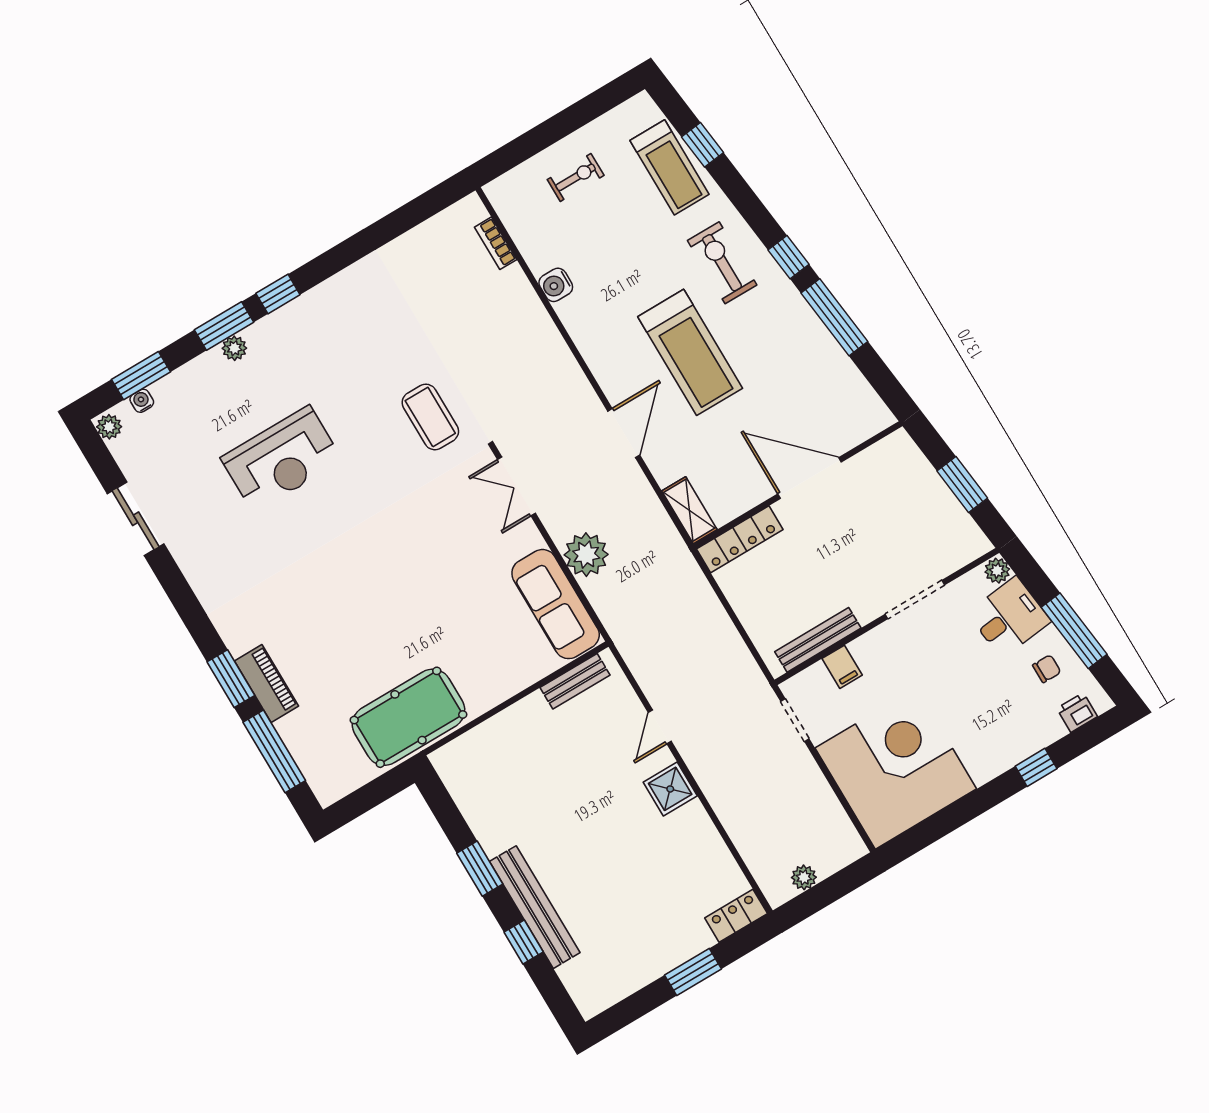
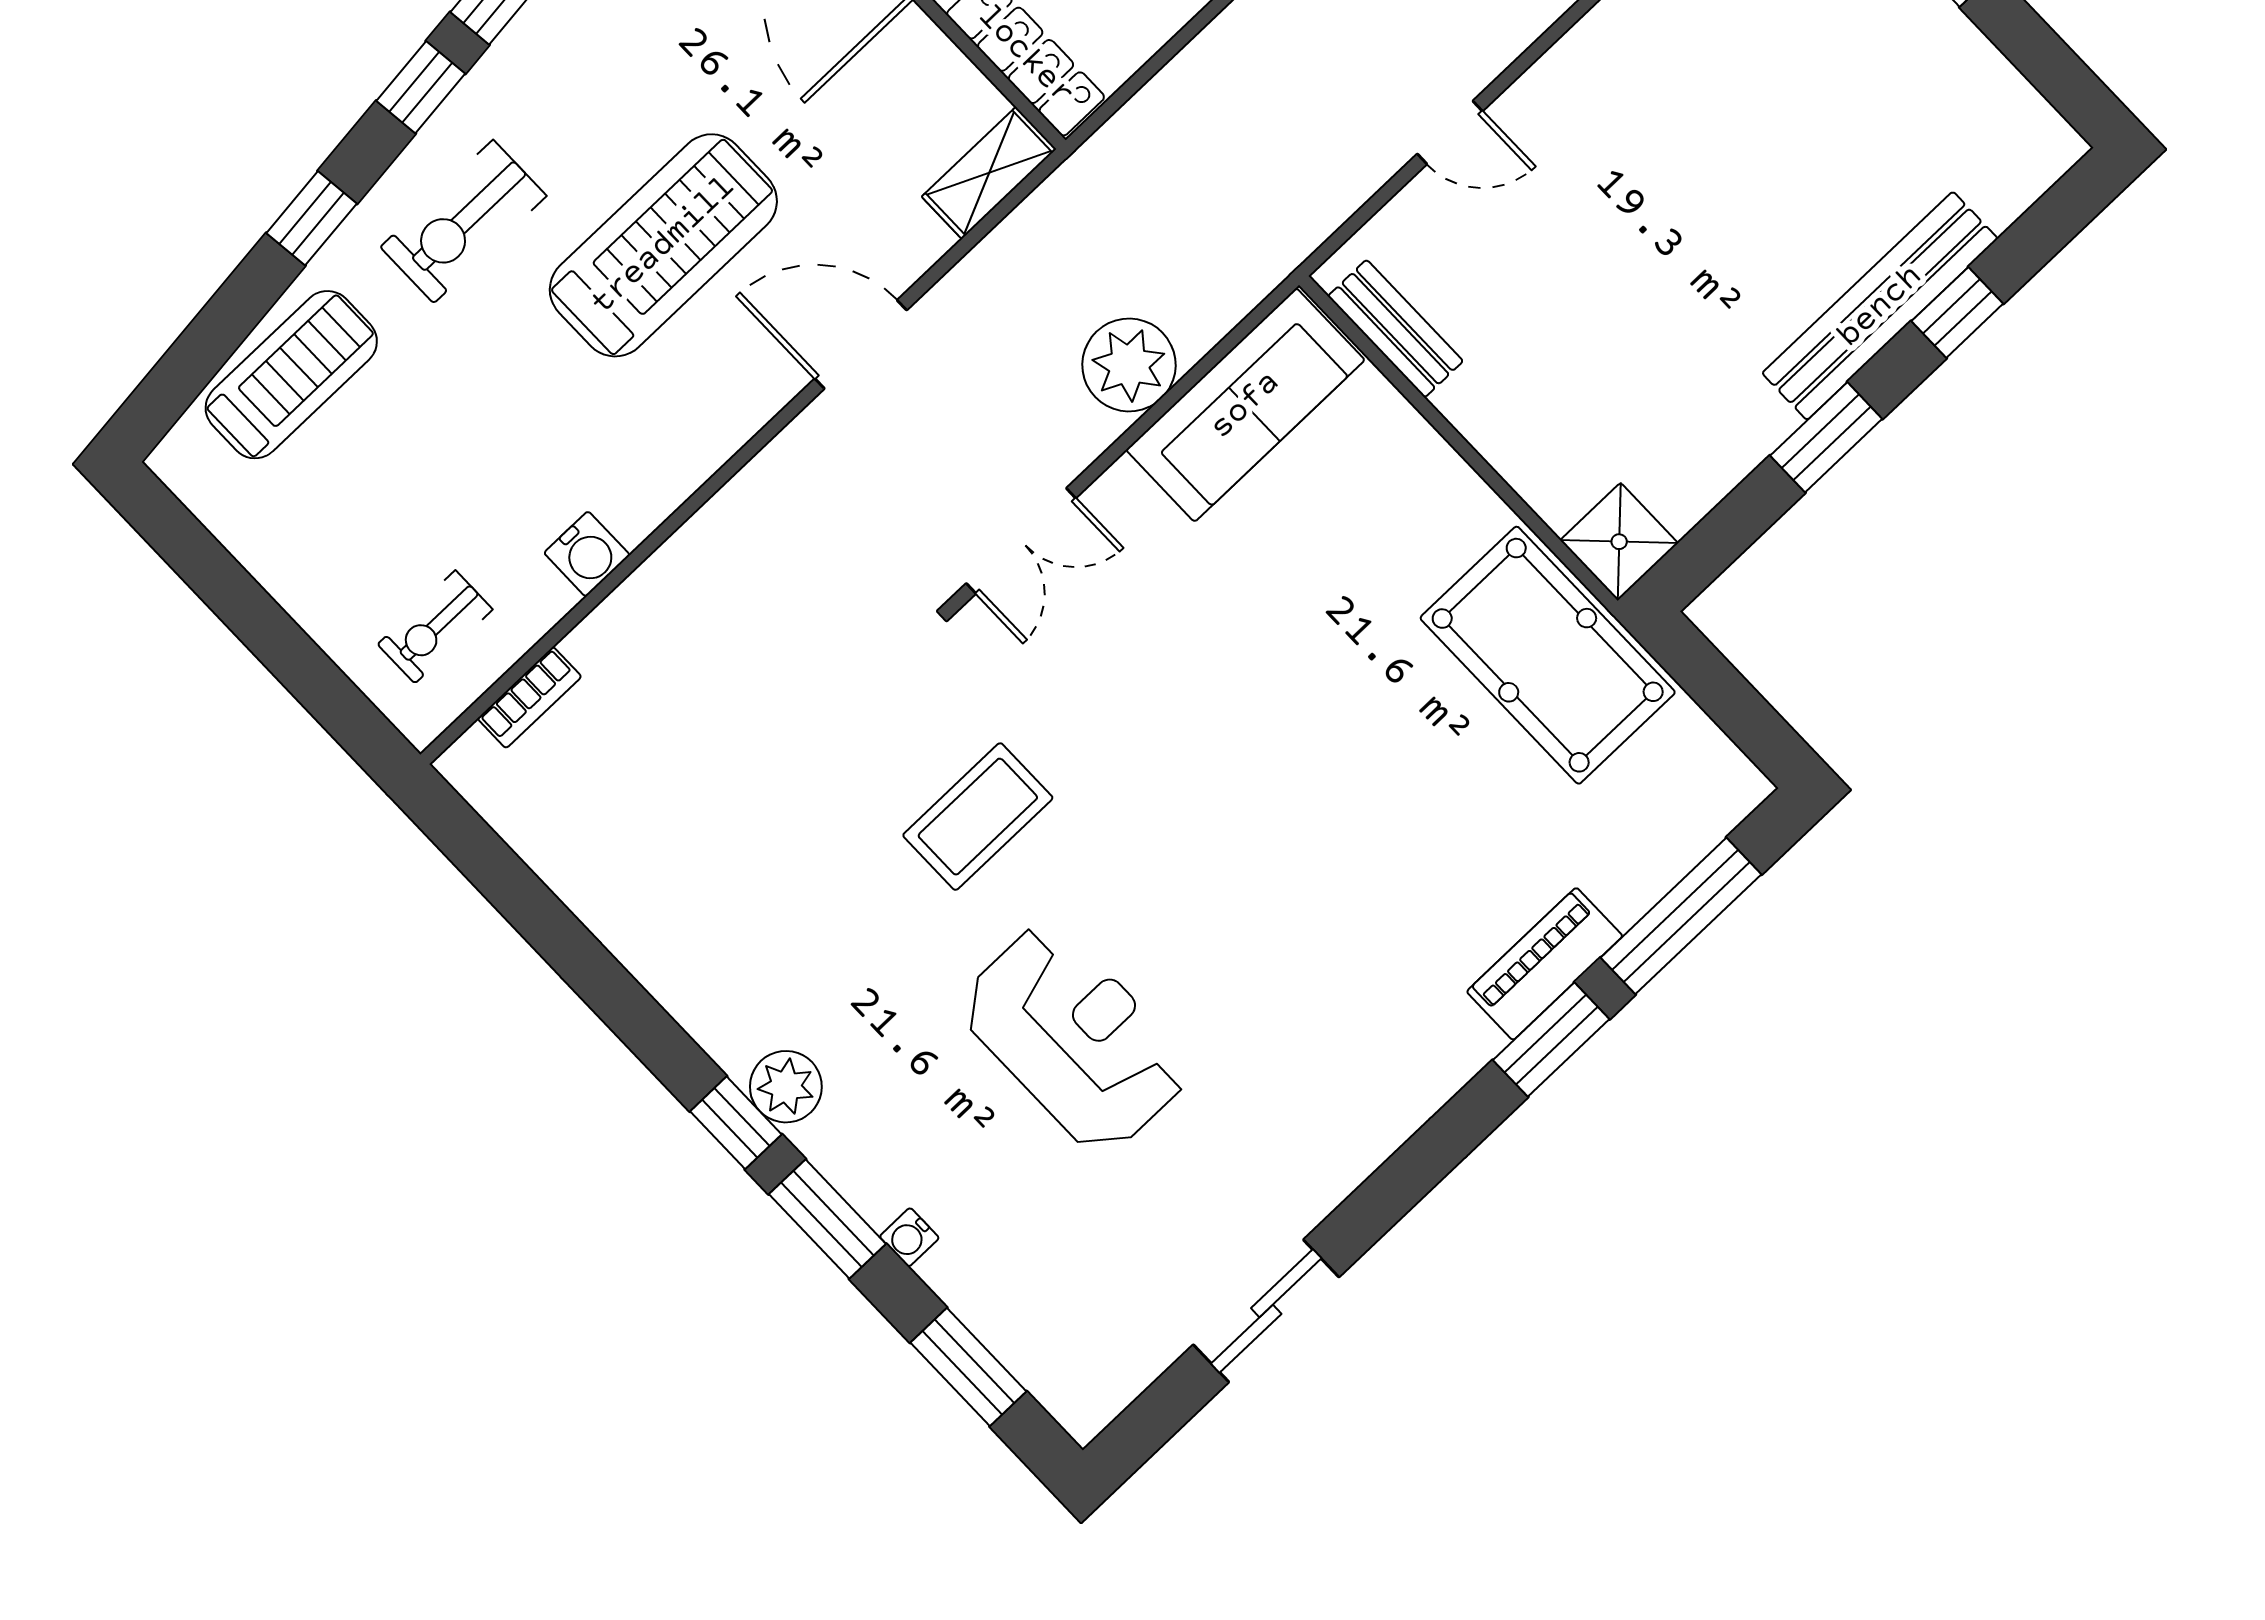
window: (702, 145) -> (312, 218), moved
exercise bike: (576, 177) -> (435, 627), moved, turned -90
plant: (234, 348) -> (786, 1087), moved, width x1.38, depth x1.38
water cooler: (142, 401) -> (909, 1237), moved
coffee table: (430, 417) -> (978, 817), moved
plant: (109, 427) -> (1089, 1409), removed
shower: (670, 789) -> (1619, 542), moved

